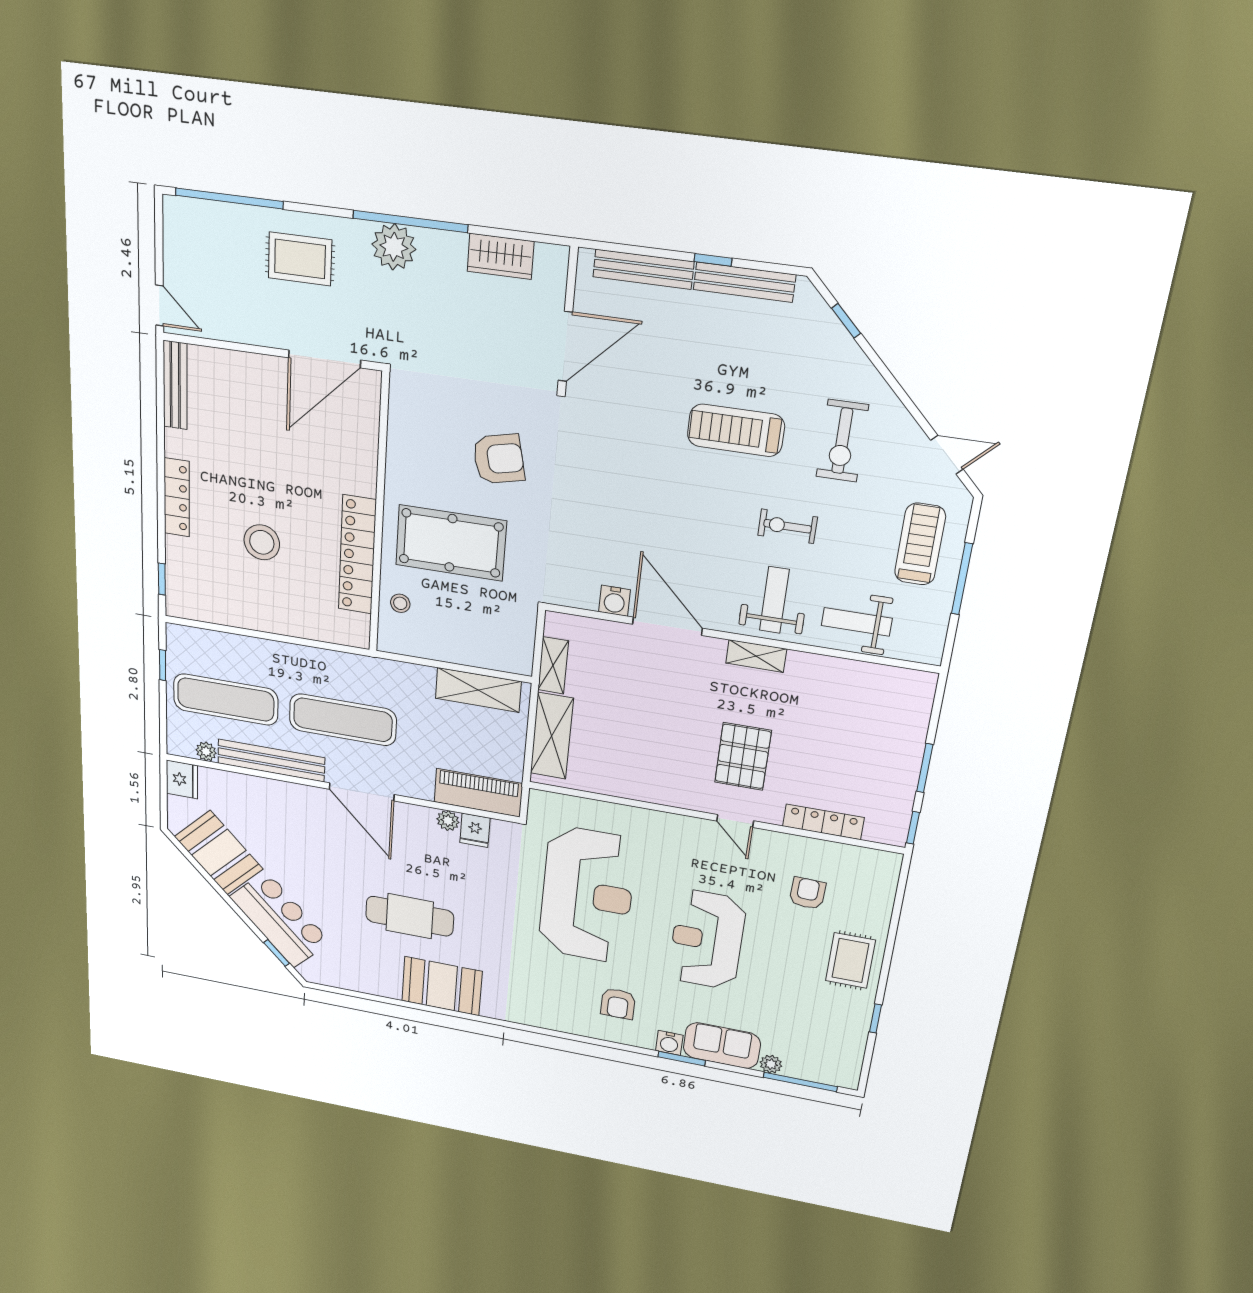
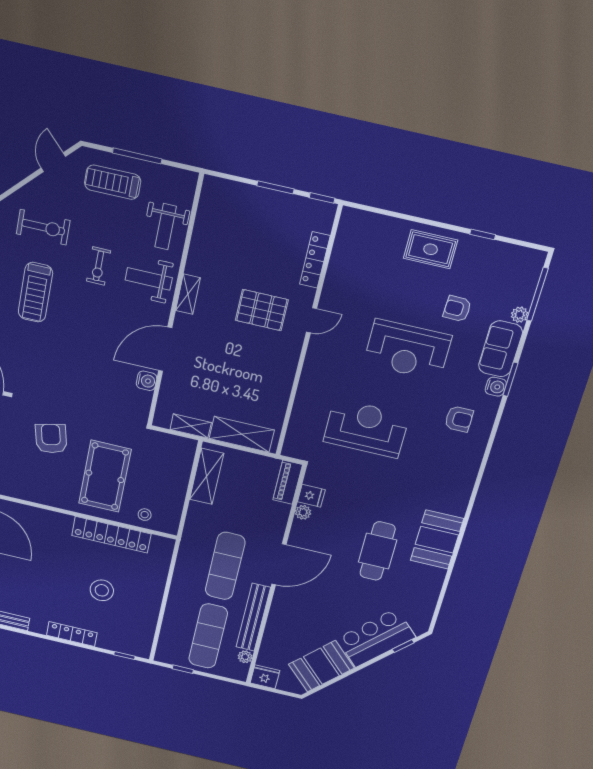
piano: (478, 793) -> (288, 482), width x0.73, depth x0.75
armchair: (807, 893) -> (457, 309), moved
reception desk: (587, 895) -> (366, 428), width x0.74, depth x0.77

